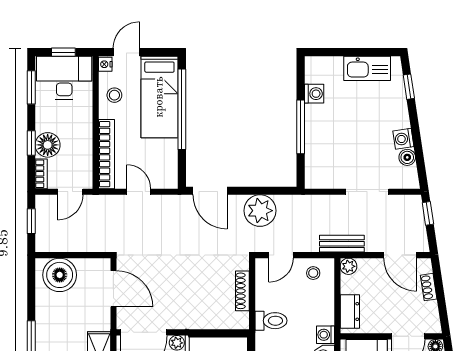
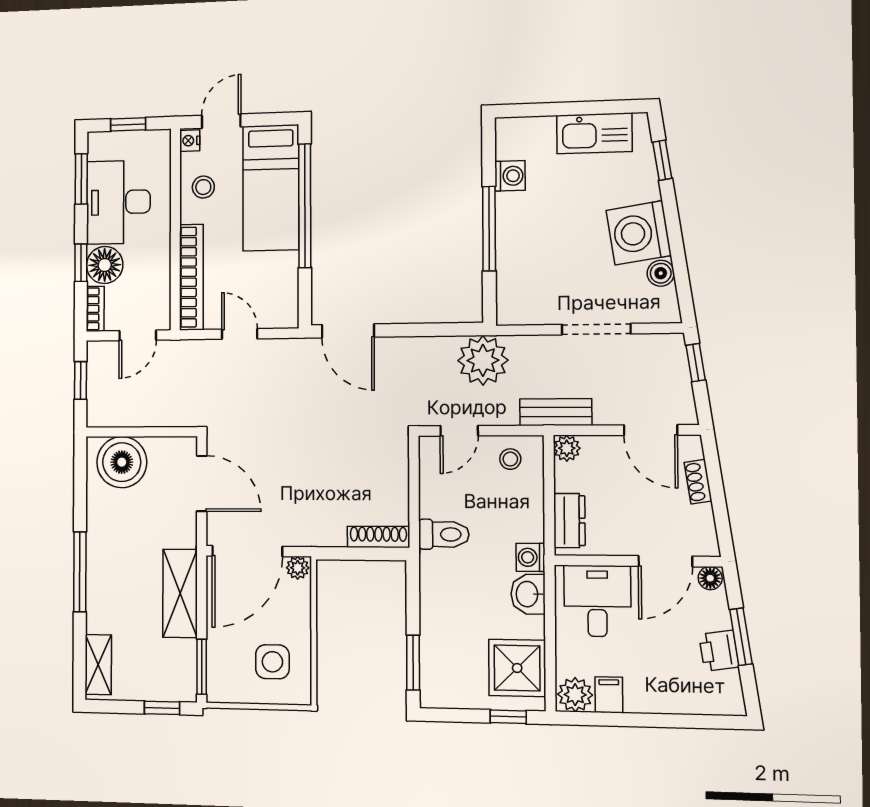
desk: (64, 78) -> (118, 202), moved, turned -90
washing machine: (403, 139) -> (639, 233), width x1.89, depth x1.89
plant: (260, 211) -> (483, 360), moved
shoe rack: (242, 291) -> (378, 537), moved, turned 90

